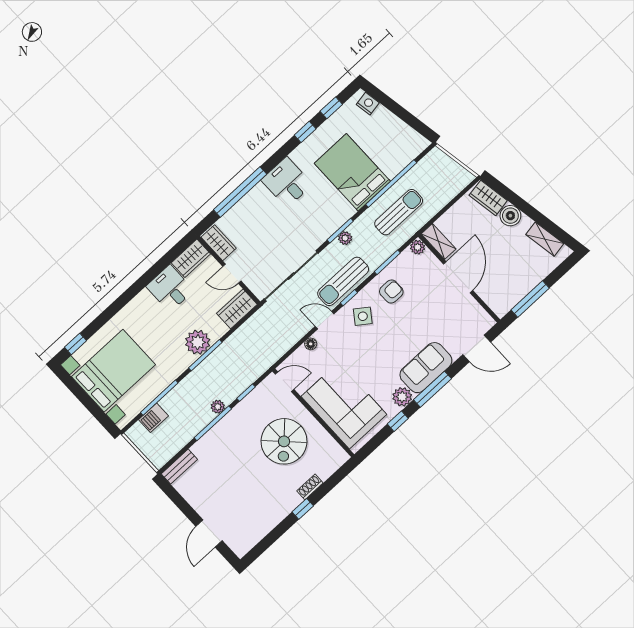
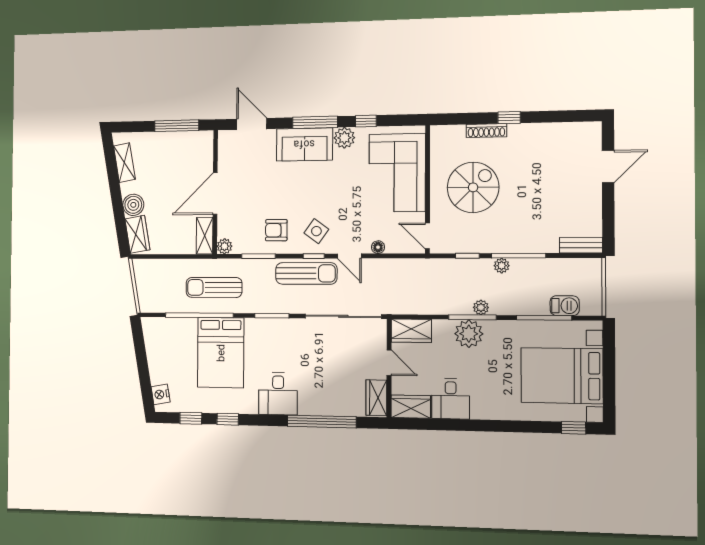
plant: (345, 238) -> (481, 307), moved
shoe rack: (310, 487) -> (486, 131), width x1.43

